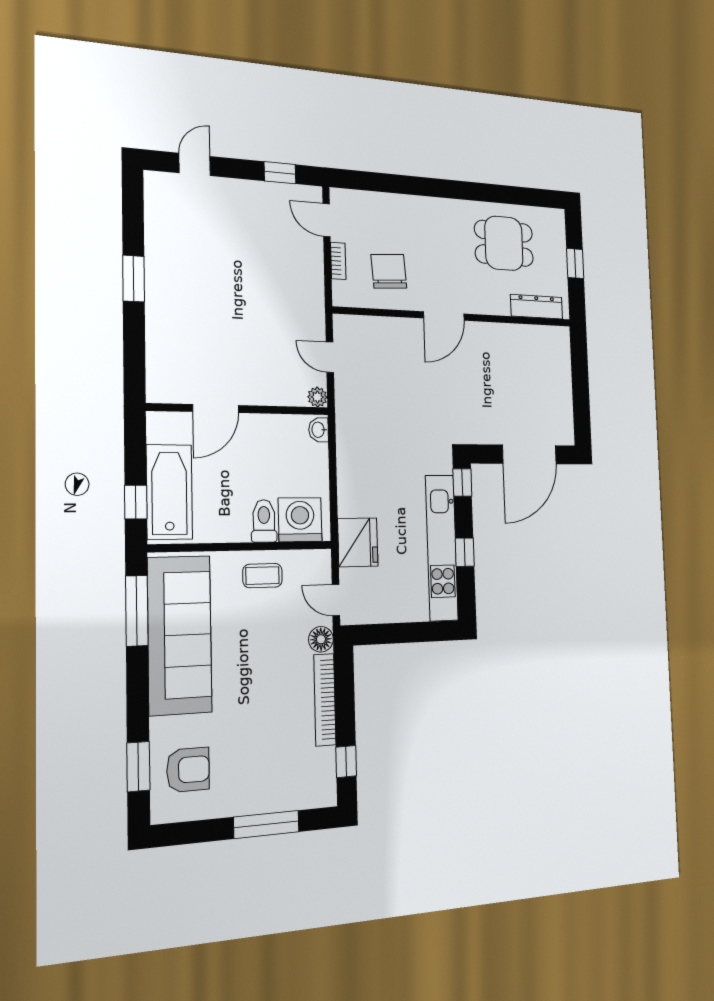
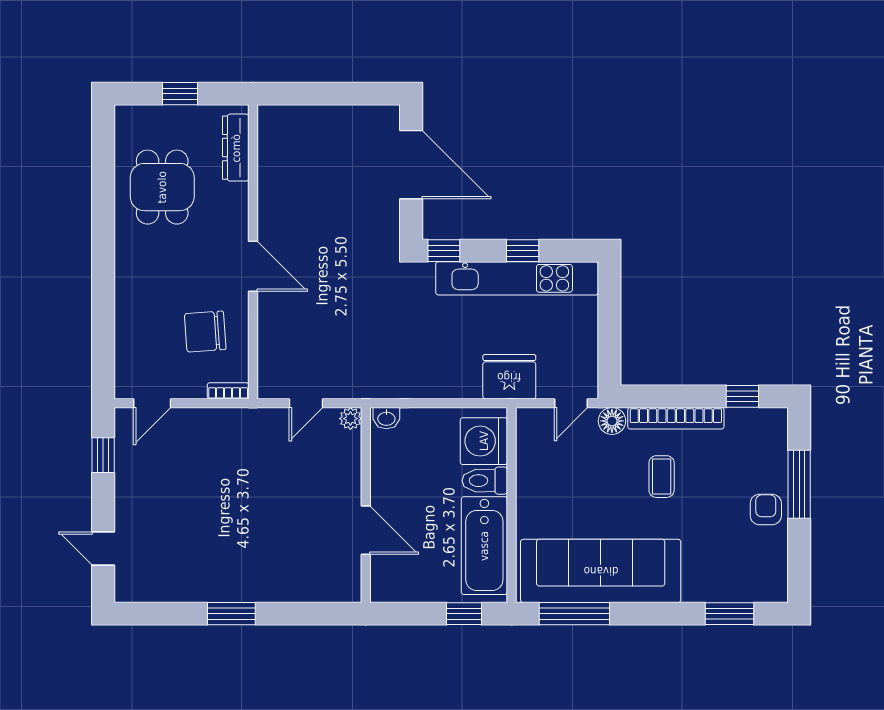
bookcase: (338, 261) -> (228, 391), moved
bathtub: (169, 492) -> (484, 546), moved, turned -90
coffee table: (262, 576) -> (662, 477), moved
armchair: (188, 770) -> (766, 510), moved, width x0.72, depth x0.72

